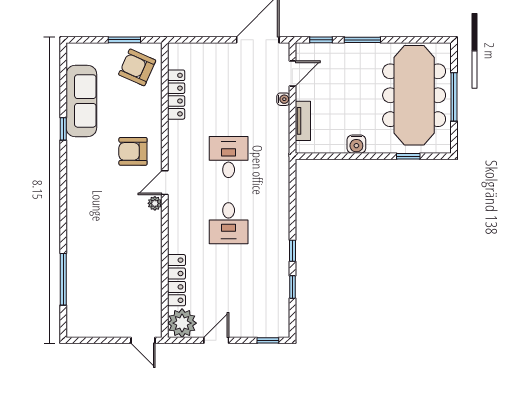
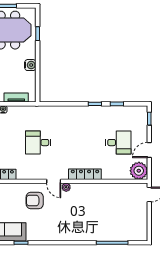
armchair: (133, 151) -> (35, 200), turned 90
desk: (229, 223) -> (118, 143), moved
locker: (176, 280) -> (85, 174), moved
door: (216, 340) -> (149, 150), hinge flipped

